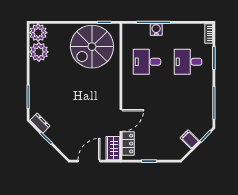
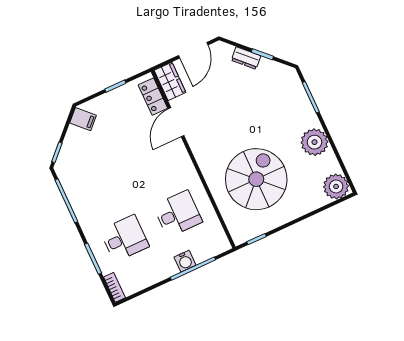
spiral stairs: (92, 47) -> (256, 179), moved
plant: (39, 52) -> (315, 142), moved
dresser: (40, 123) -> (246, 58), moved
filing cabinet: (190, 139) -> (83, 119), moved

